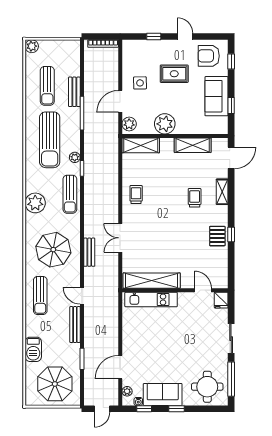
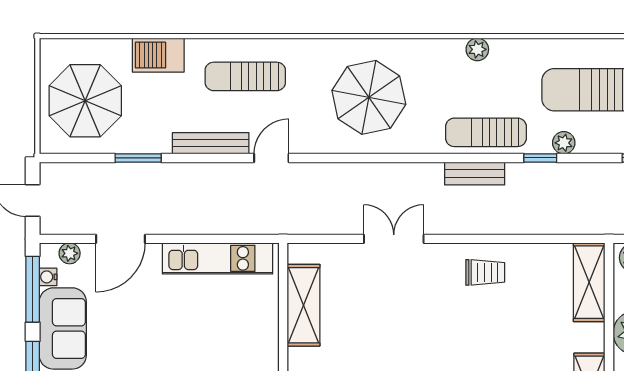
plant: (35, 203) -> (477, 49), width x0.53, depth x0.53
bench: (89, 252) -> (475, 174), moved
shelving: (152, 281) -> (303, 305), width x0.68
sun lounger: (40, 296) -> (245, 76), moved
kitchen unit: (151, 299) -> (217, 258), moved, turned -90
door: (120, 367) -> (121, 239), swing flipped
window: (144, 409) -> (33, 289), width x2.17

